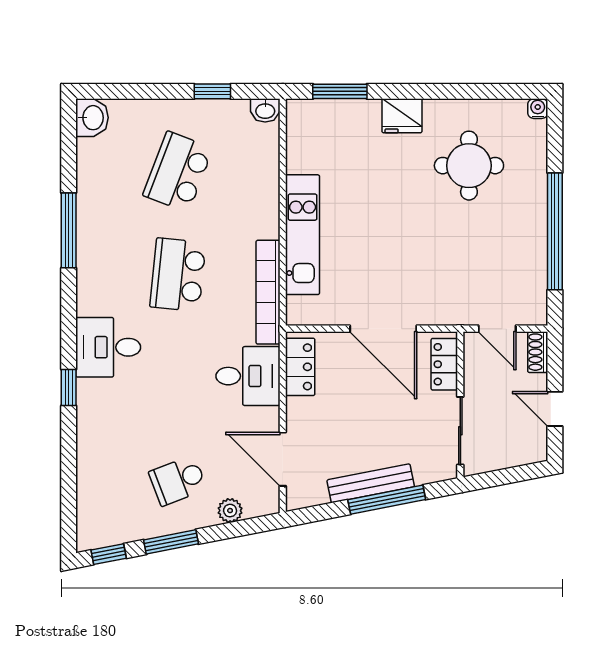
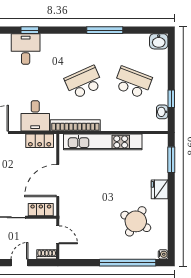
washbasin: (265, 110) -> (162, 112), moved
round table: (469, 166) -> (136, 221), turned 30
window: (555, 231) -> (128, 263), moved
kitchen unit: (303, 235) -> (103, 142), width x1.36
school desk: (178, 275) -> (84, 82), turned -30
door: (497, 329) -> (58, 235), swing flipped
desk: (108, 347) -> (26, 49), moved

